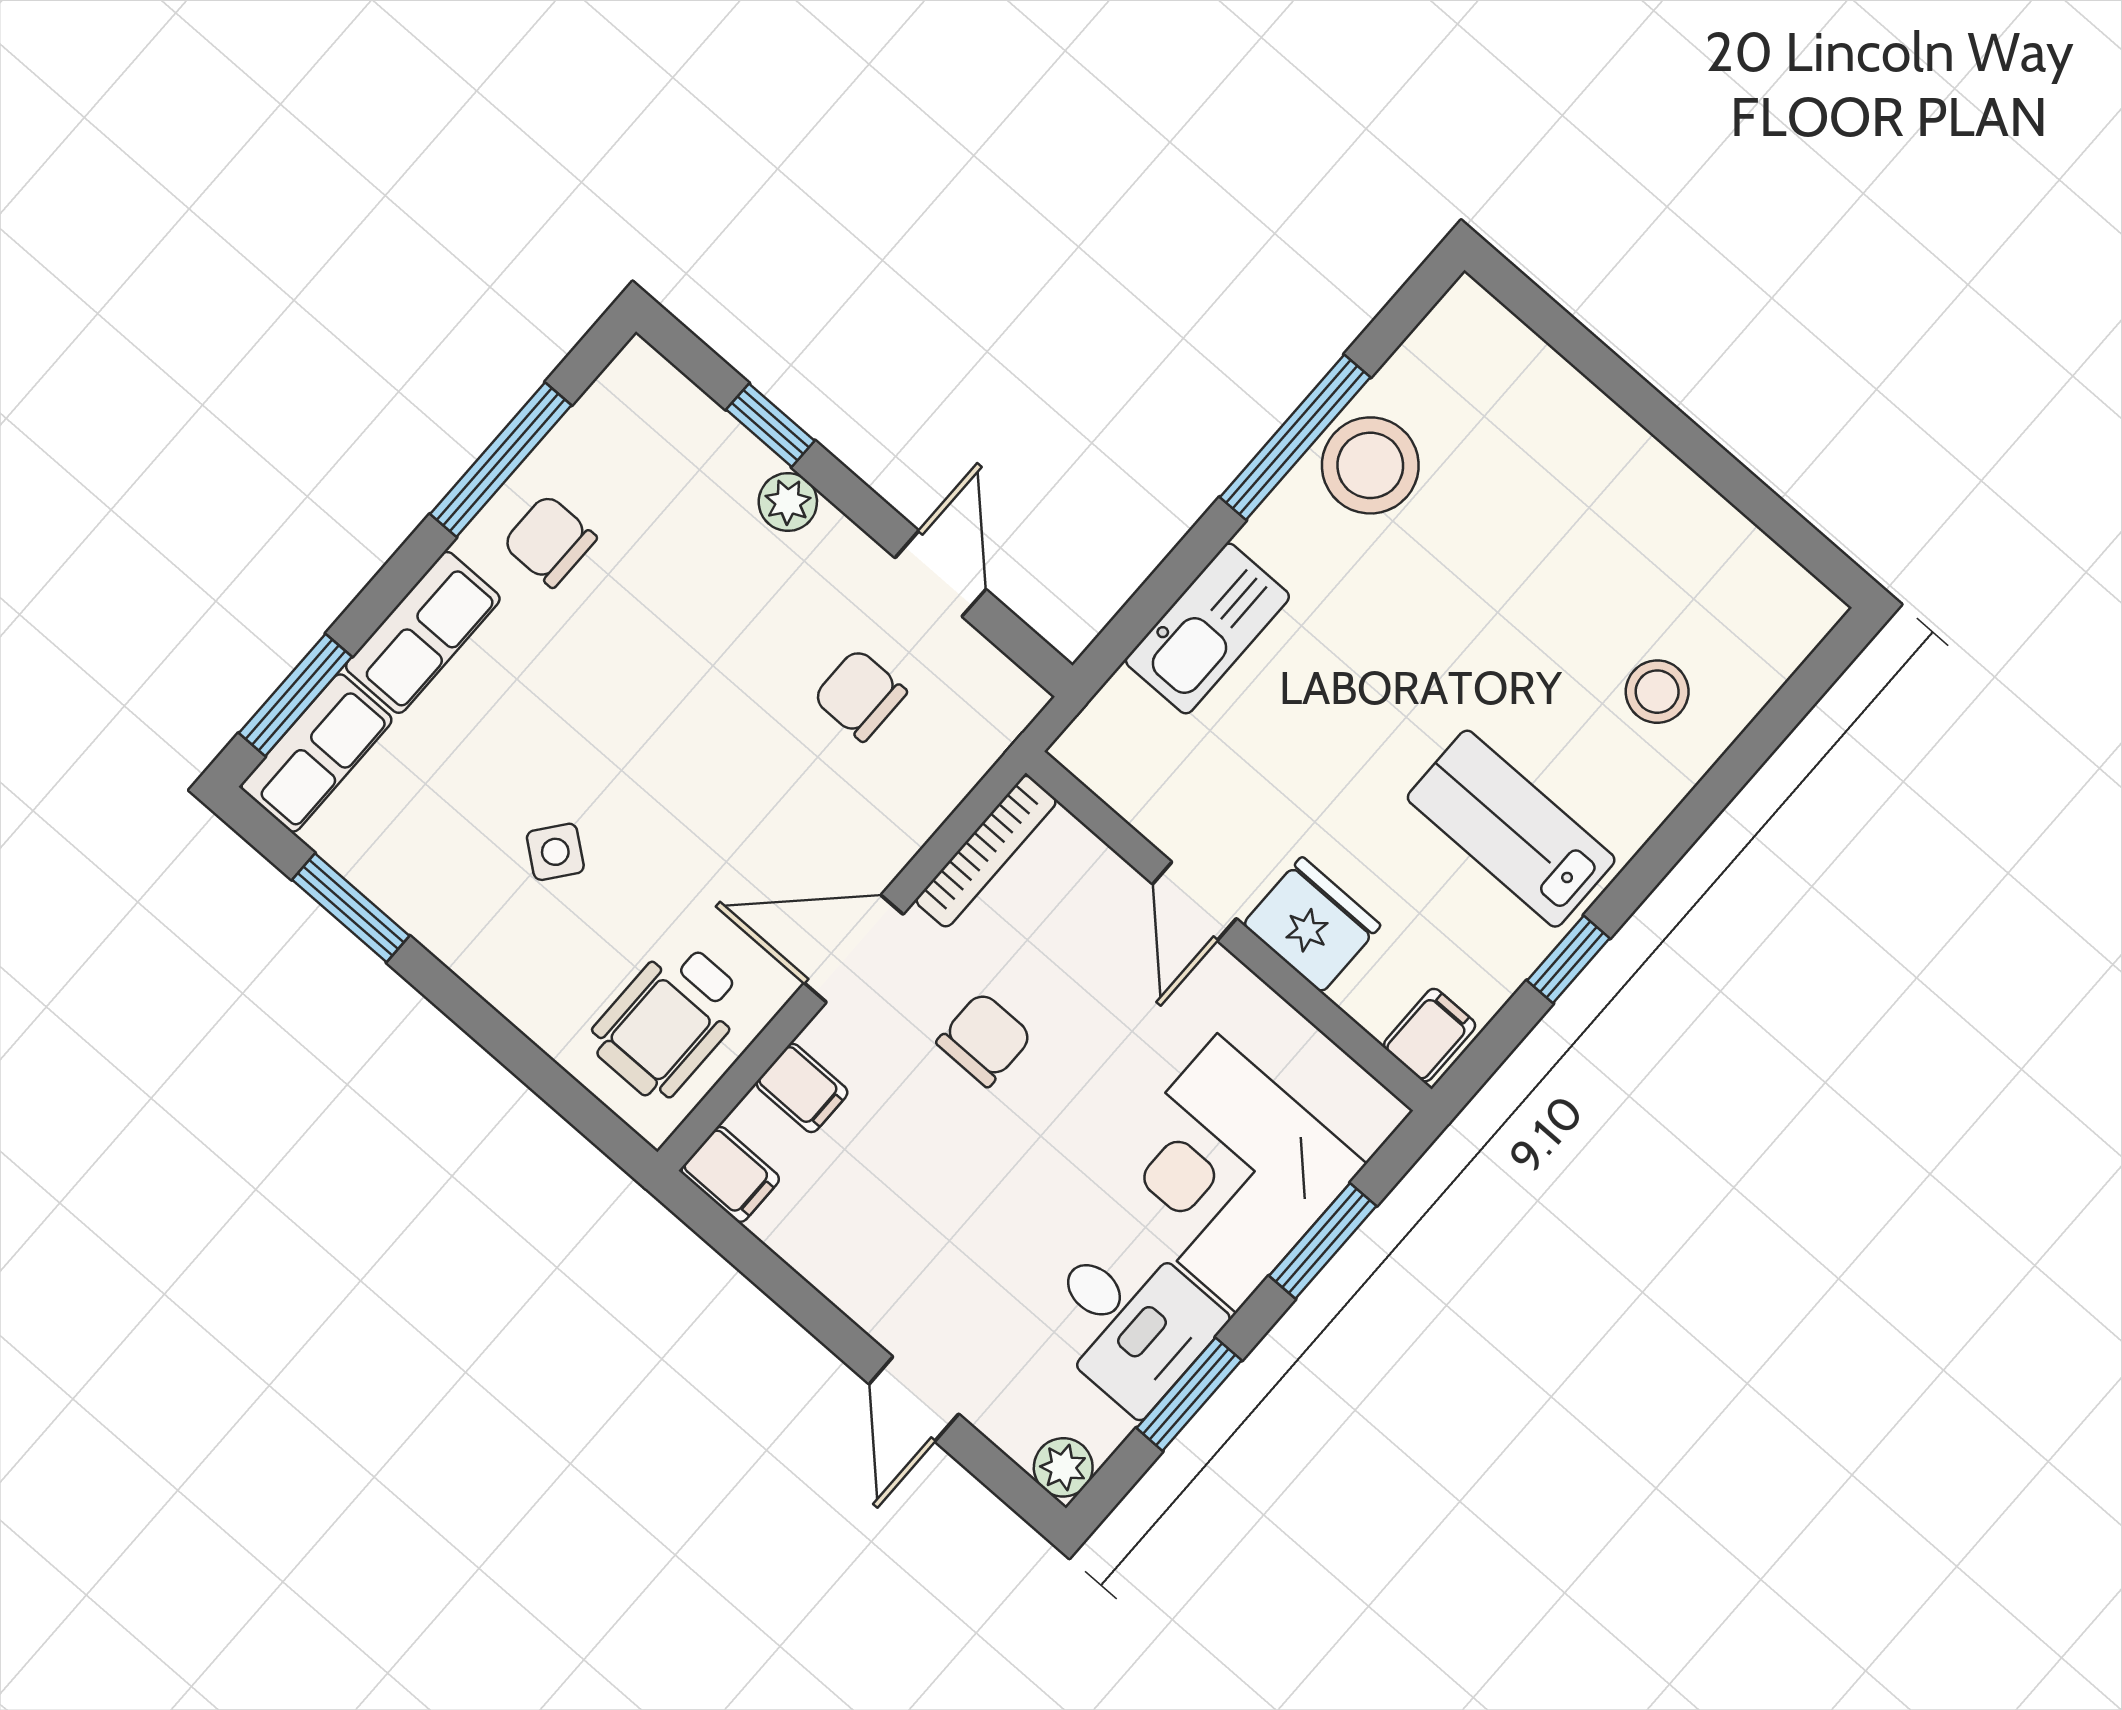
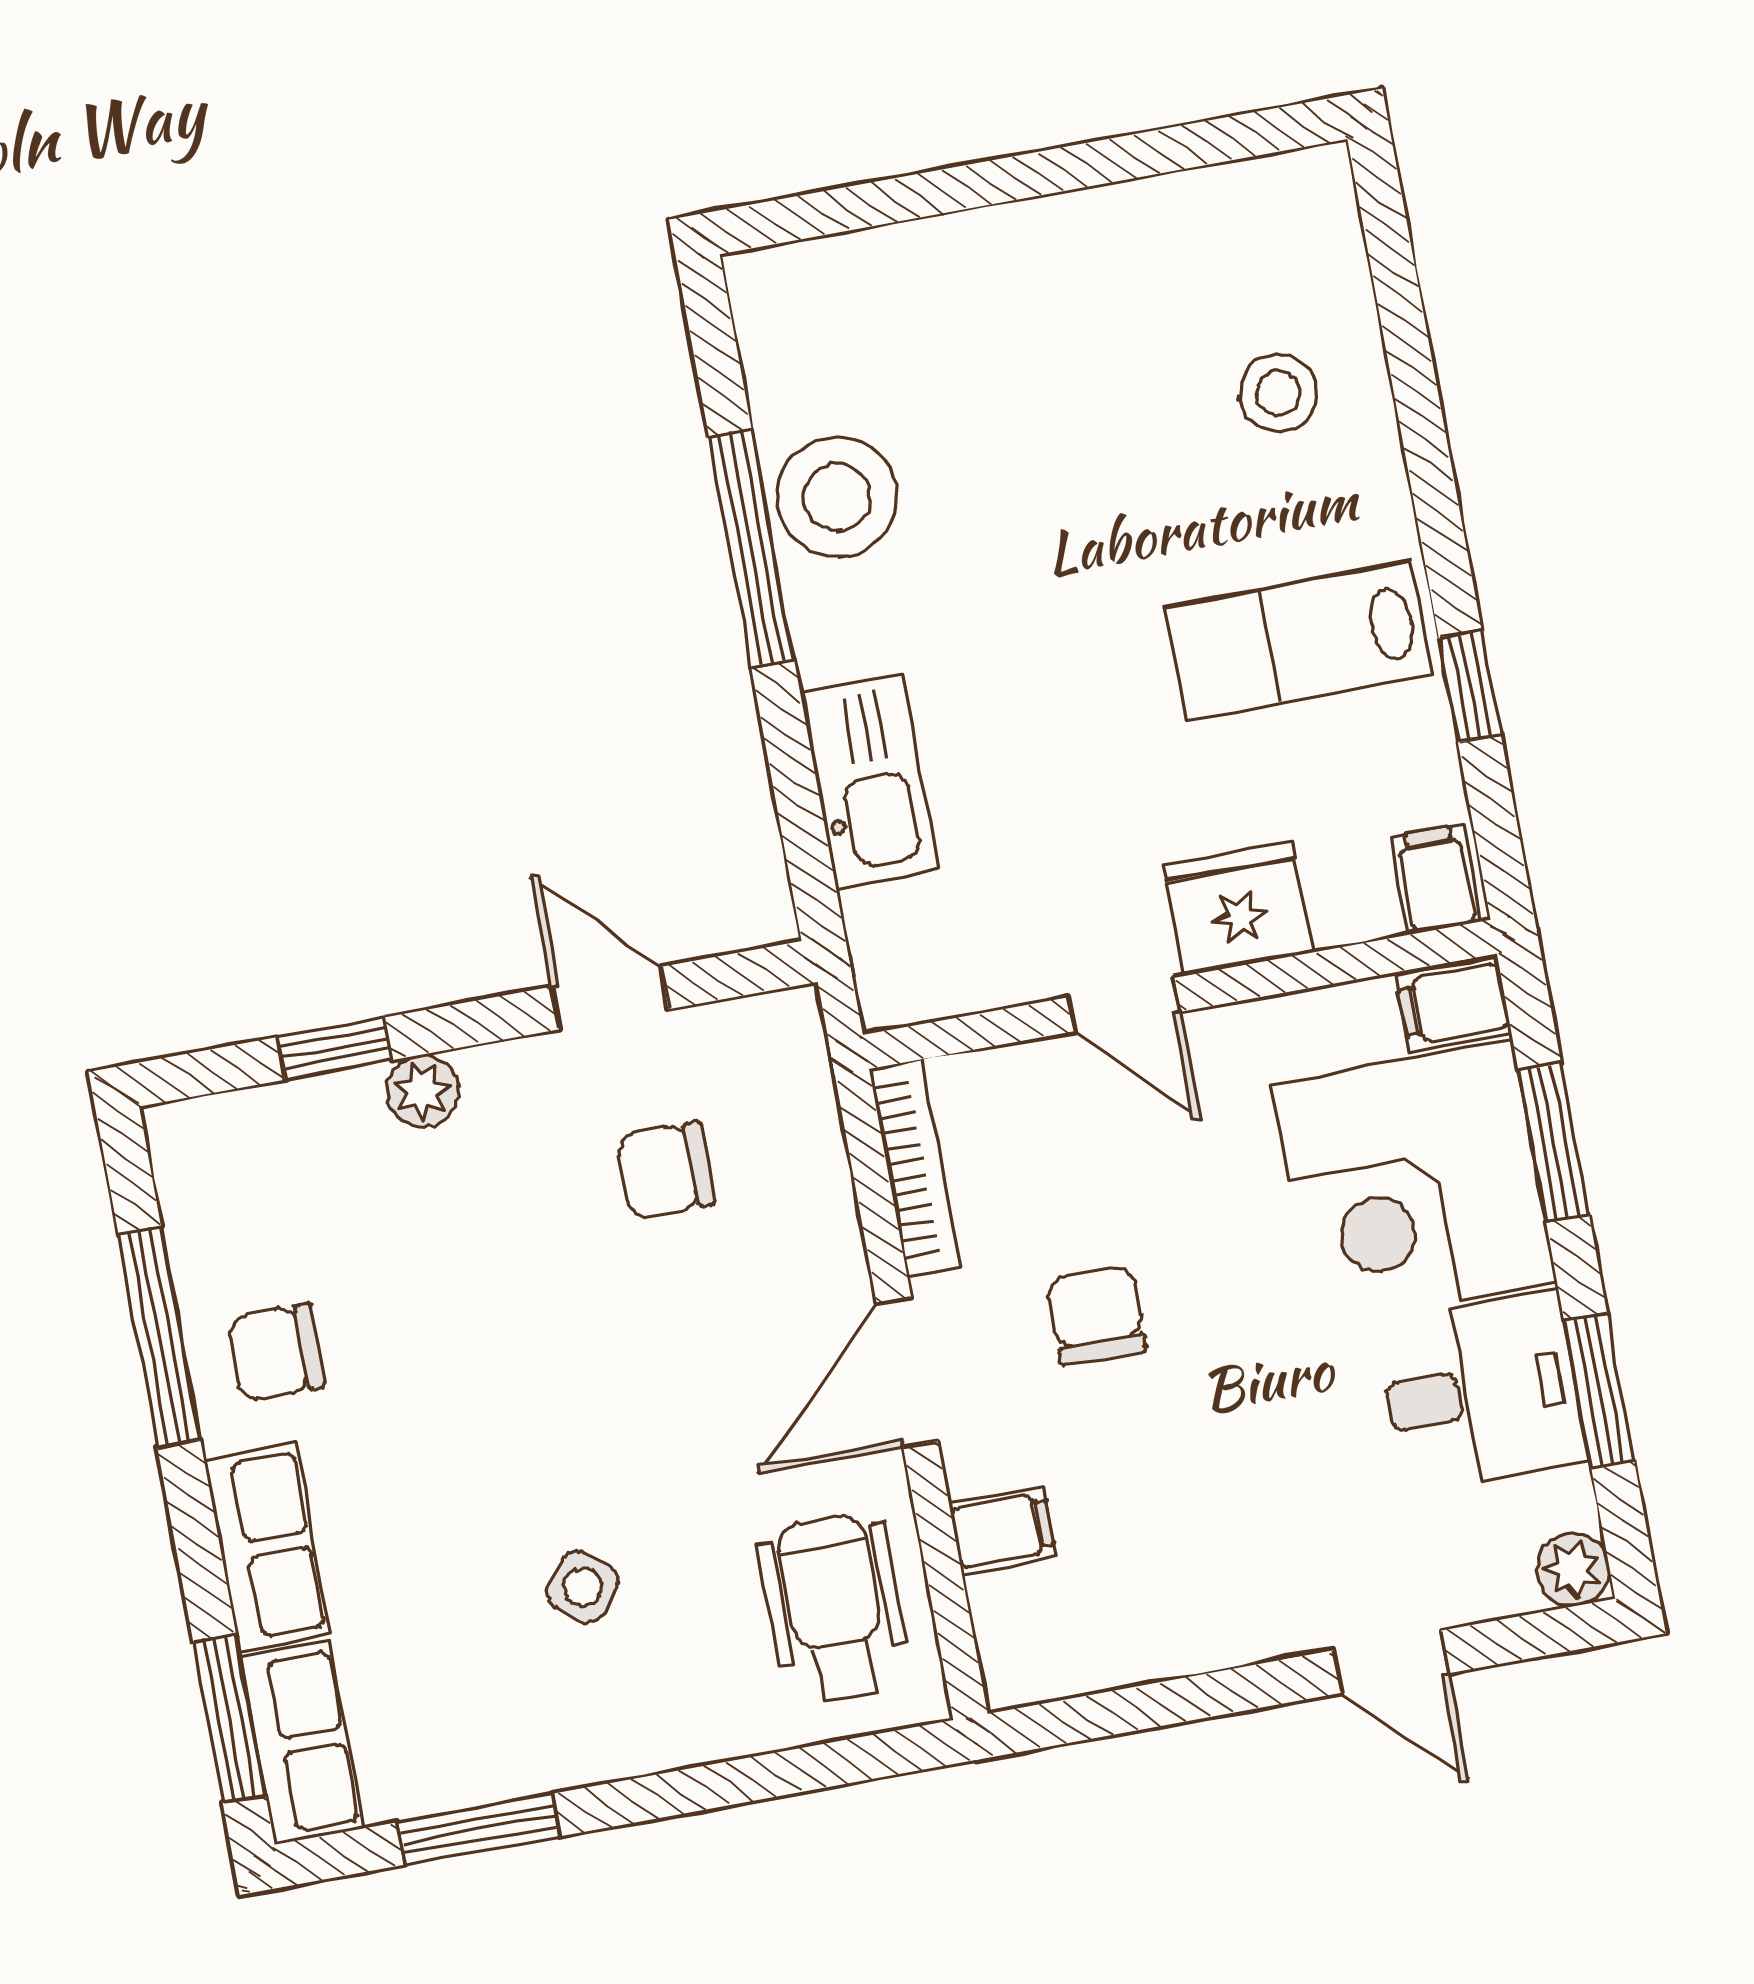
wheelchair: (668, 1021) -> (834, 1608), turned 180
filing cabinet: (730, 1174) -> (1454, 1004), moved, turned 180

